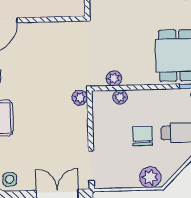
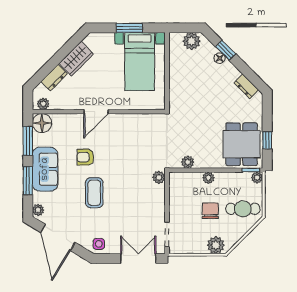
plant: (120, 97) -> (208, 178), moved

